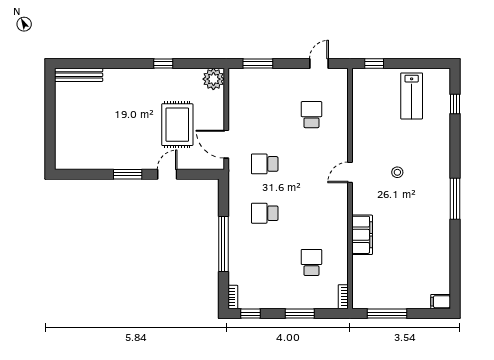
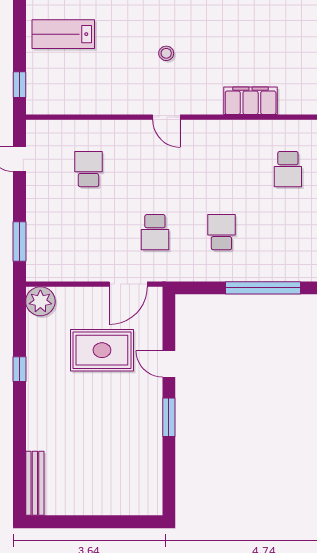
lab bench: (412, 96) -> (63, 34), turned 180
school desk: (311, 115) -> (88, 169), turned 90
school desk: (265, 213) -> (221, 232), turned 180
school desk: (311, 262) -> (288, 169), turned -90

